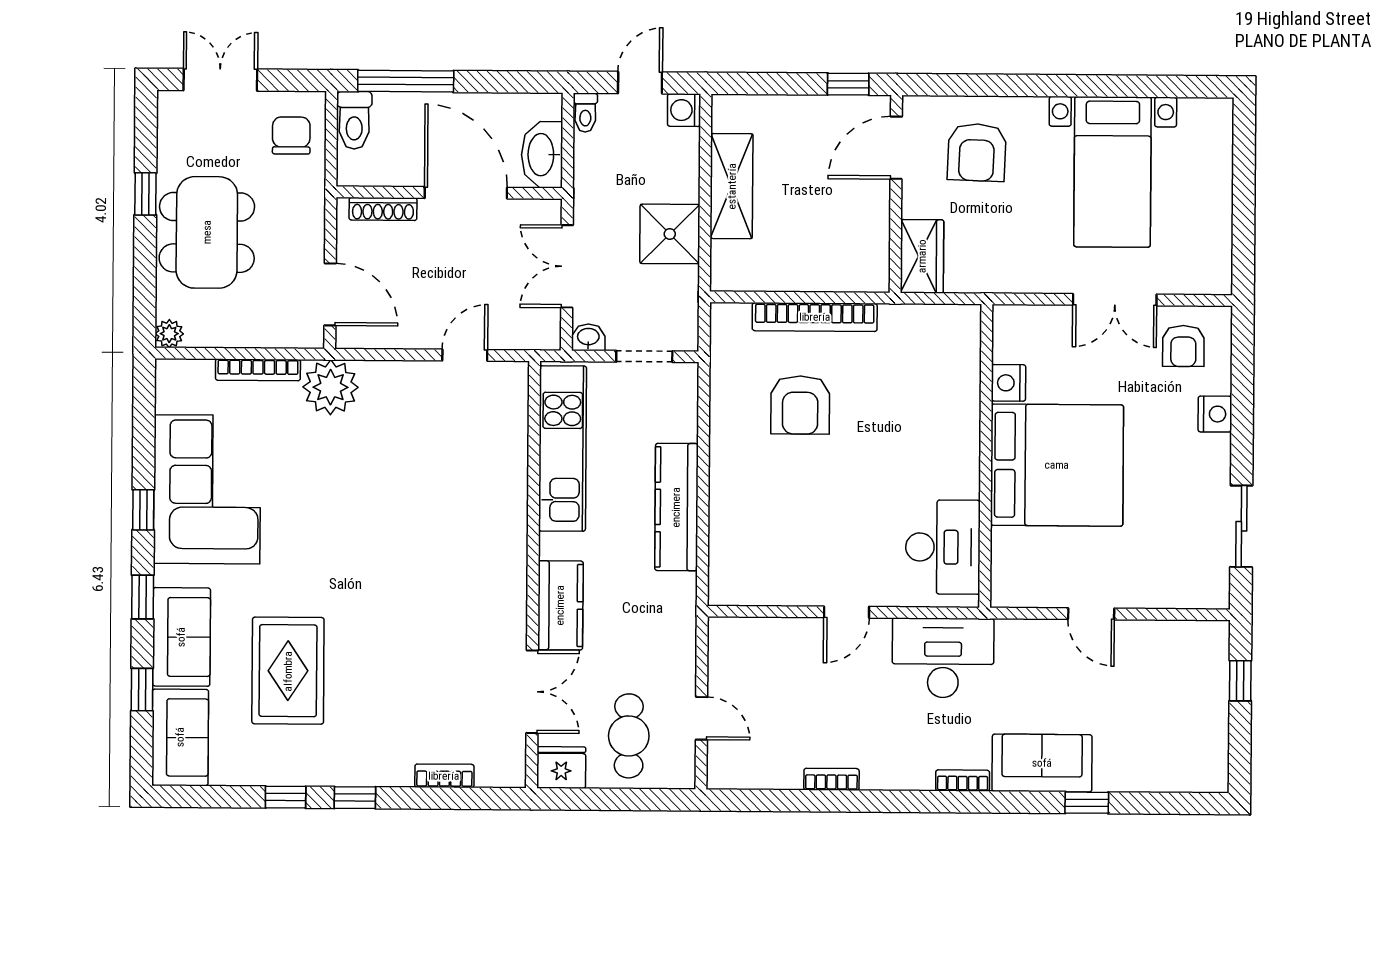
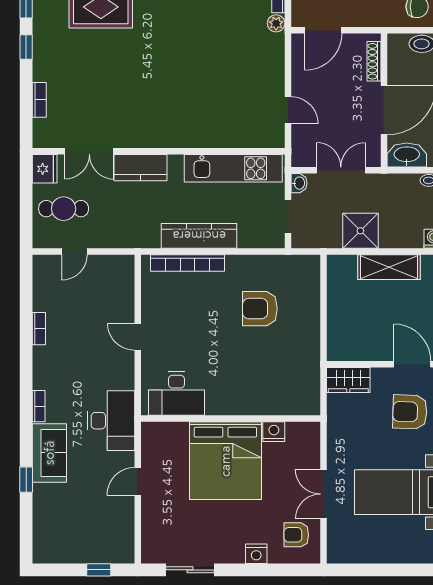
bookcase: (815, 317) -> (187, 263), moved, turned -90
plant: (331, 387) -> (276, 23), width x0.53, depth x0.53
desk: (943, 658) -> (111, 421), moved

